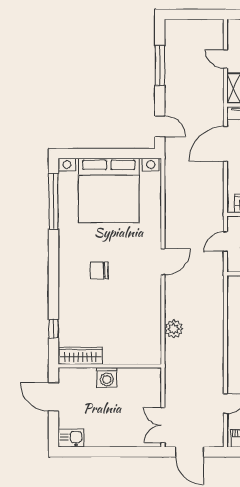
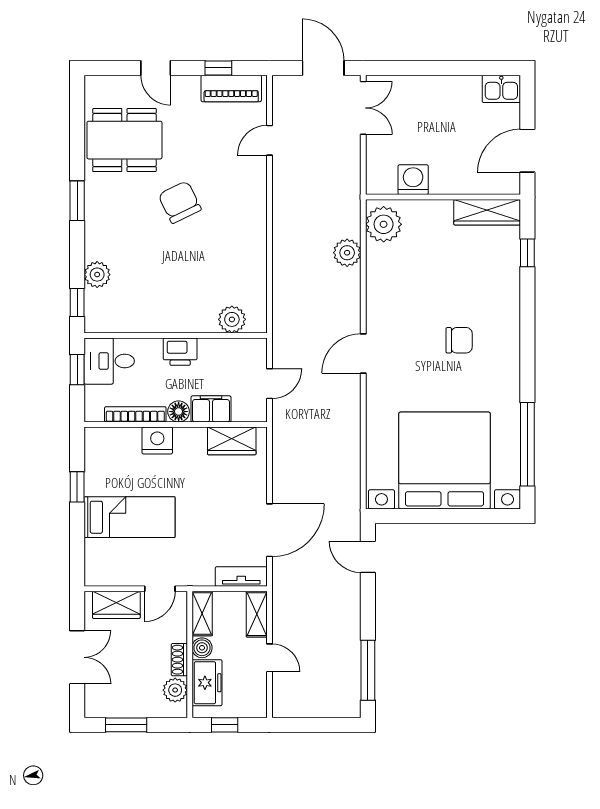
window: (160, 66) -> (368, 670), moved
plant: (149, 348) -> (384, 224), added
washing machine: (107, 377) -> (413, 180), moved
door: (54, 397) -> (527, 151), swing flipped

